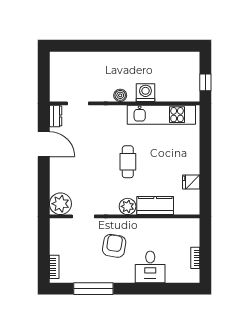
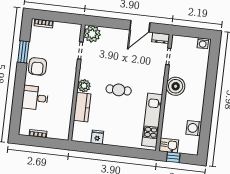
washing machine: (56, 62) -> (203, 43), added
kitchen sink: (191, 90) -> (169, 145), added
washing machine: (145, 93) -> (194, 128), moved, turned 180
boiler: (120, 95) -> (176, 86), width x1.86, depth x1.86
armchair: (114, 246) -> (37, 66), moved, turned 81
window: (93, 289) -> (23, 52), width x0.69

